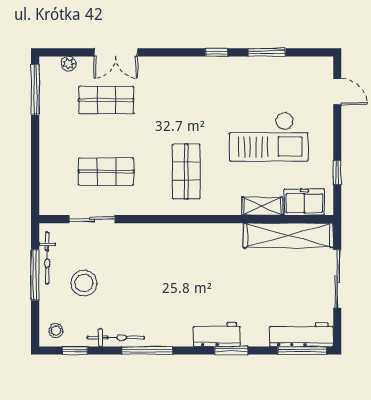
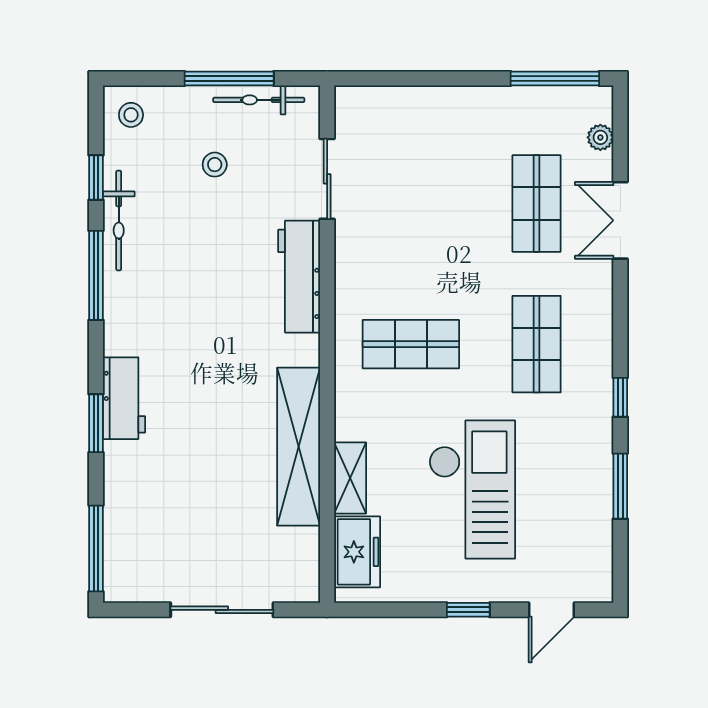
checkout: (269, 137) -> (472, 489), turned 180
shop shelf: (106, 171) -> (537, 344), moved
window: (337, 172) -> (468, 610), moved
shelving: (288, 235) -> (299, 447), moved
stool: (84, 283) -> (215, 165), width x0.53, depth x0.53
workbench: (301, 335) -> (299, 277), moved, turned 180
window: (75, 351) -> (96, 177), moved

